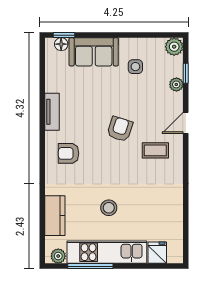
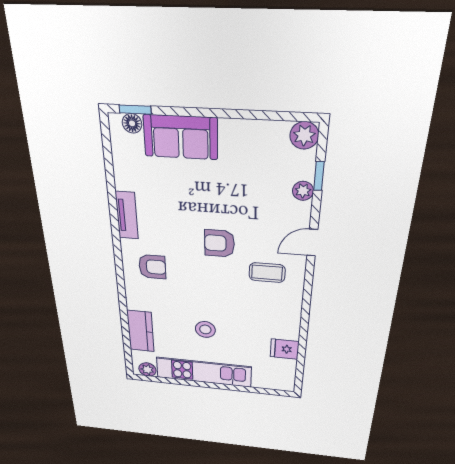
side table: (135, 67) -> (243, 162), removed
armchair: (120, 129) -> (219, 243), turned -108
armchair: (69, 153) -> (152, 267), turned 180
fridge: (157, 253) -> (285, 349), moved, turned -90
window: (90, 266) -> (185, 382), removed

